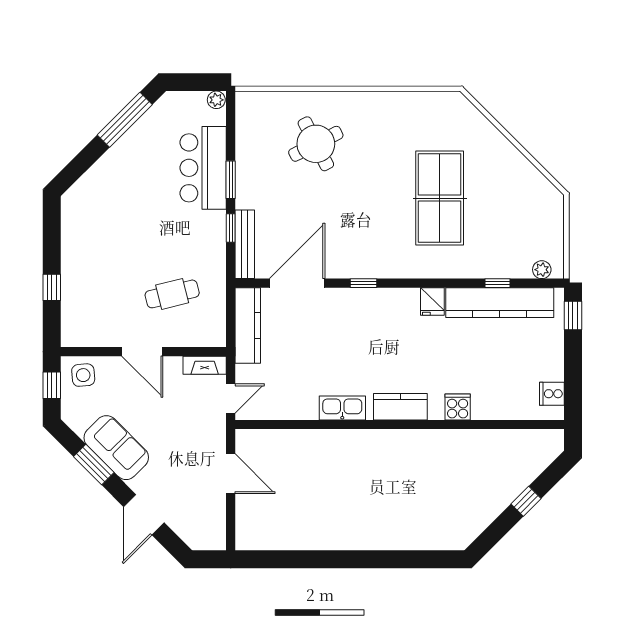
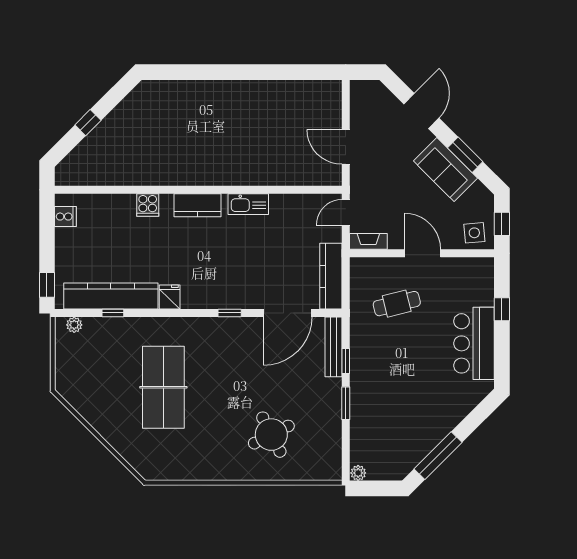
bar counter: (203, 168) -> (474, 343), moved, turned 180

